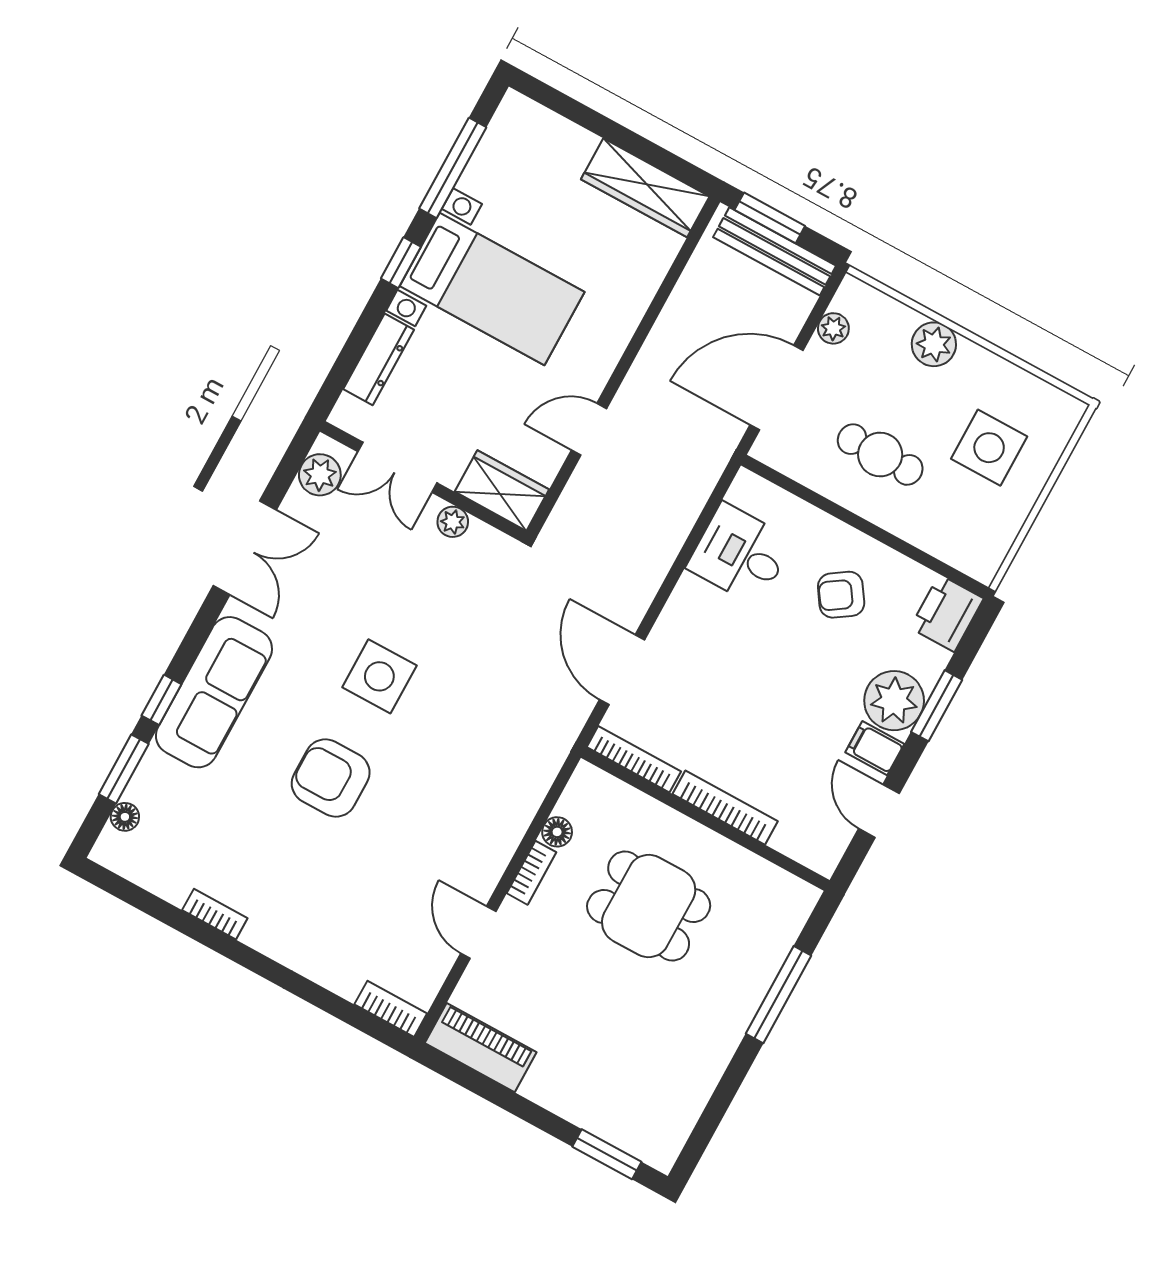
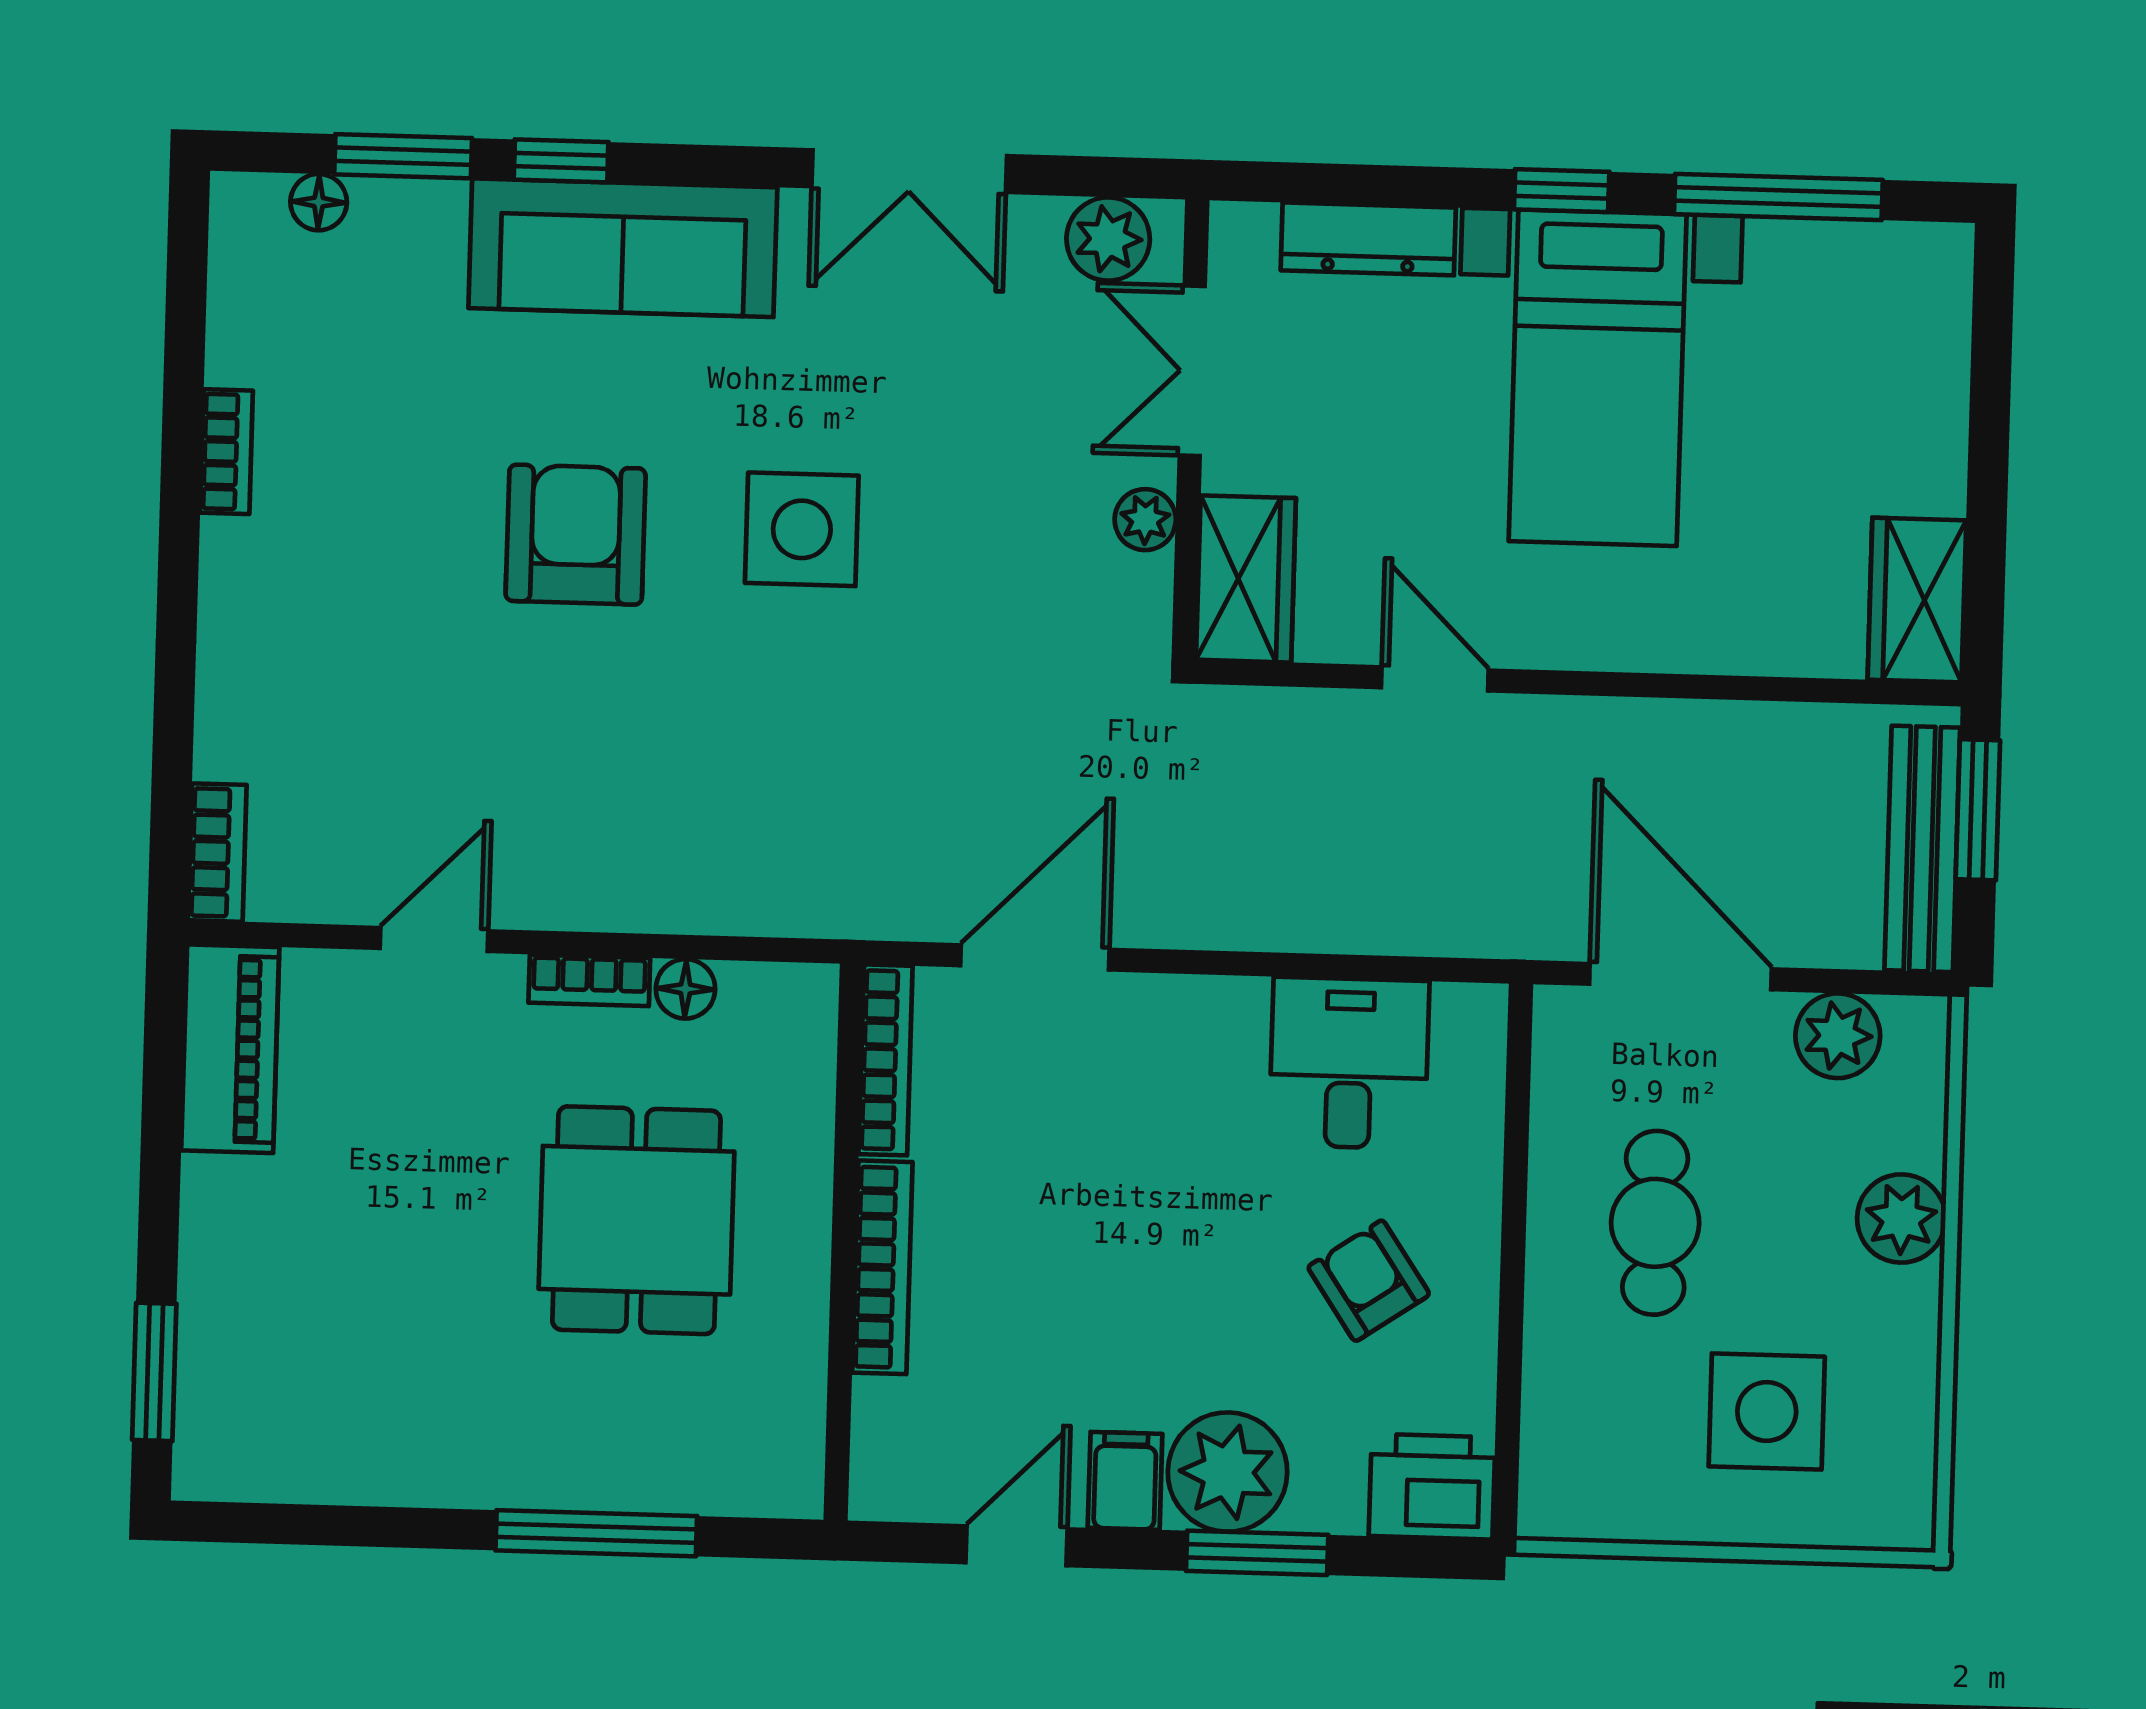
wardrobe: (645, 188) -> (1917, 600), width x0.67
plant: (833, 328) -> (1838, 1036), width x1.38, depth x1.38

